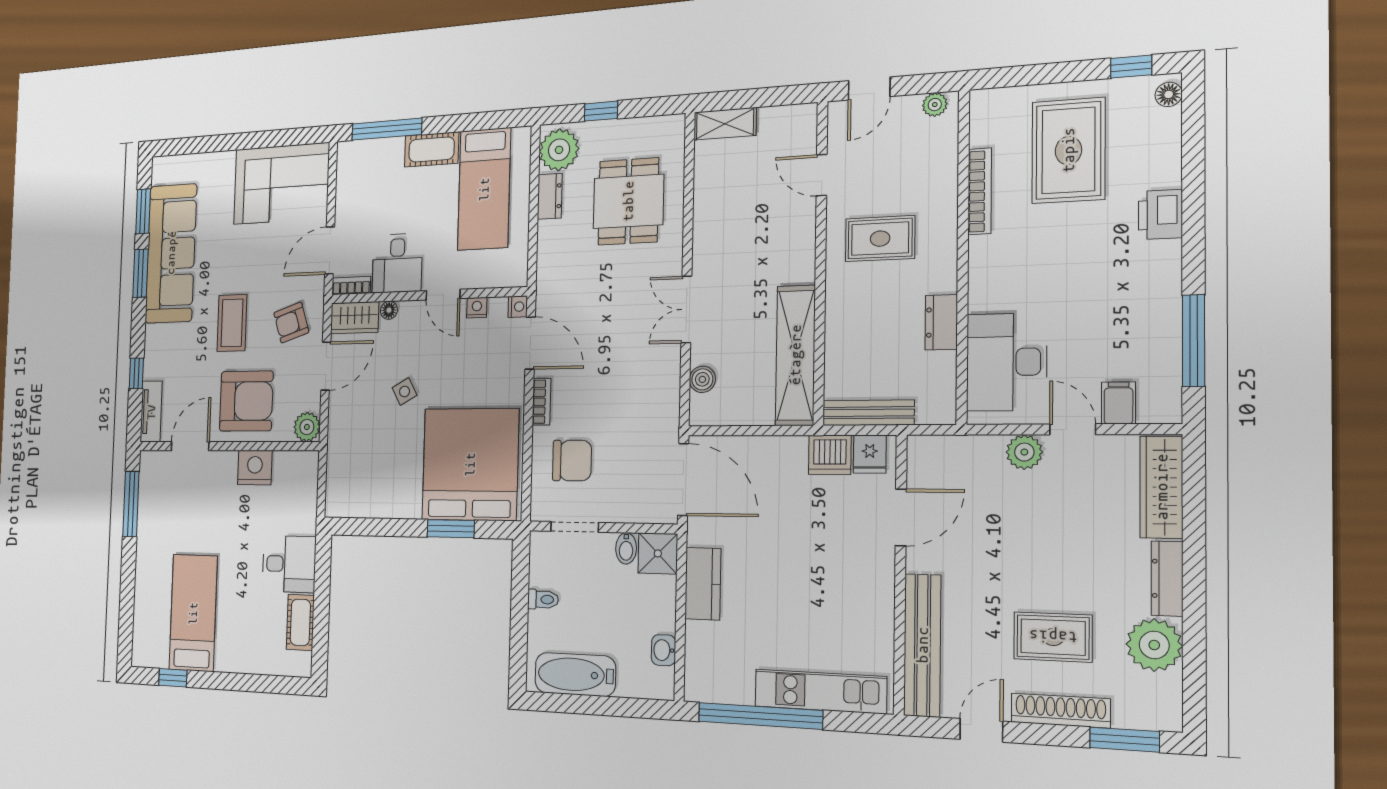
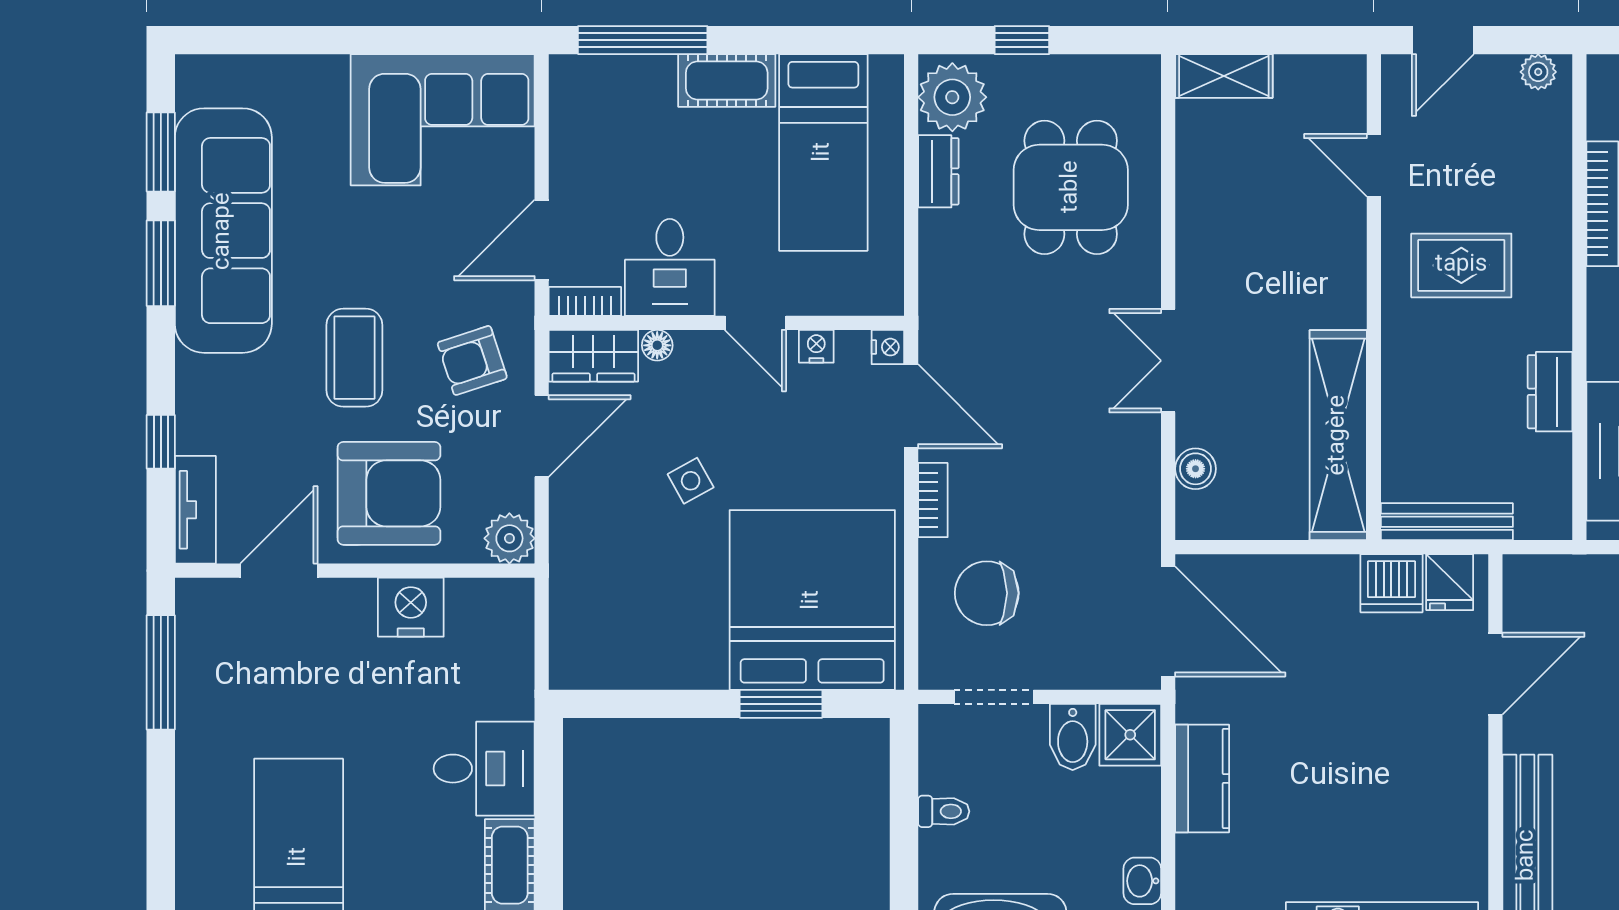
chair: (572, 461) -> (987, 593), turned 180
bidet: (626, 548) -> (1073, 737), width x1.38, depth x1.36

